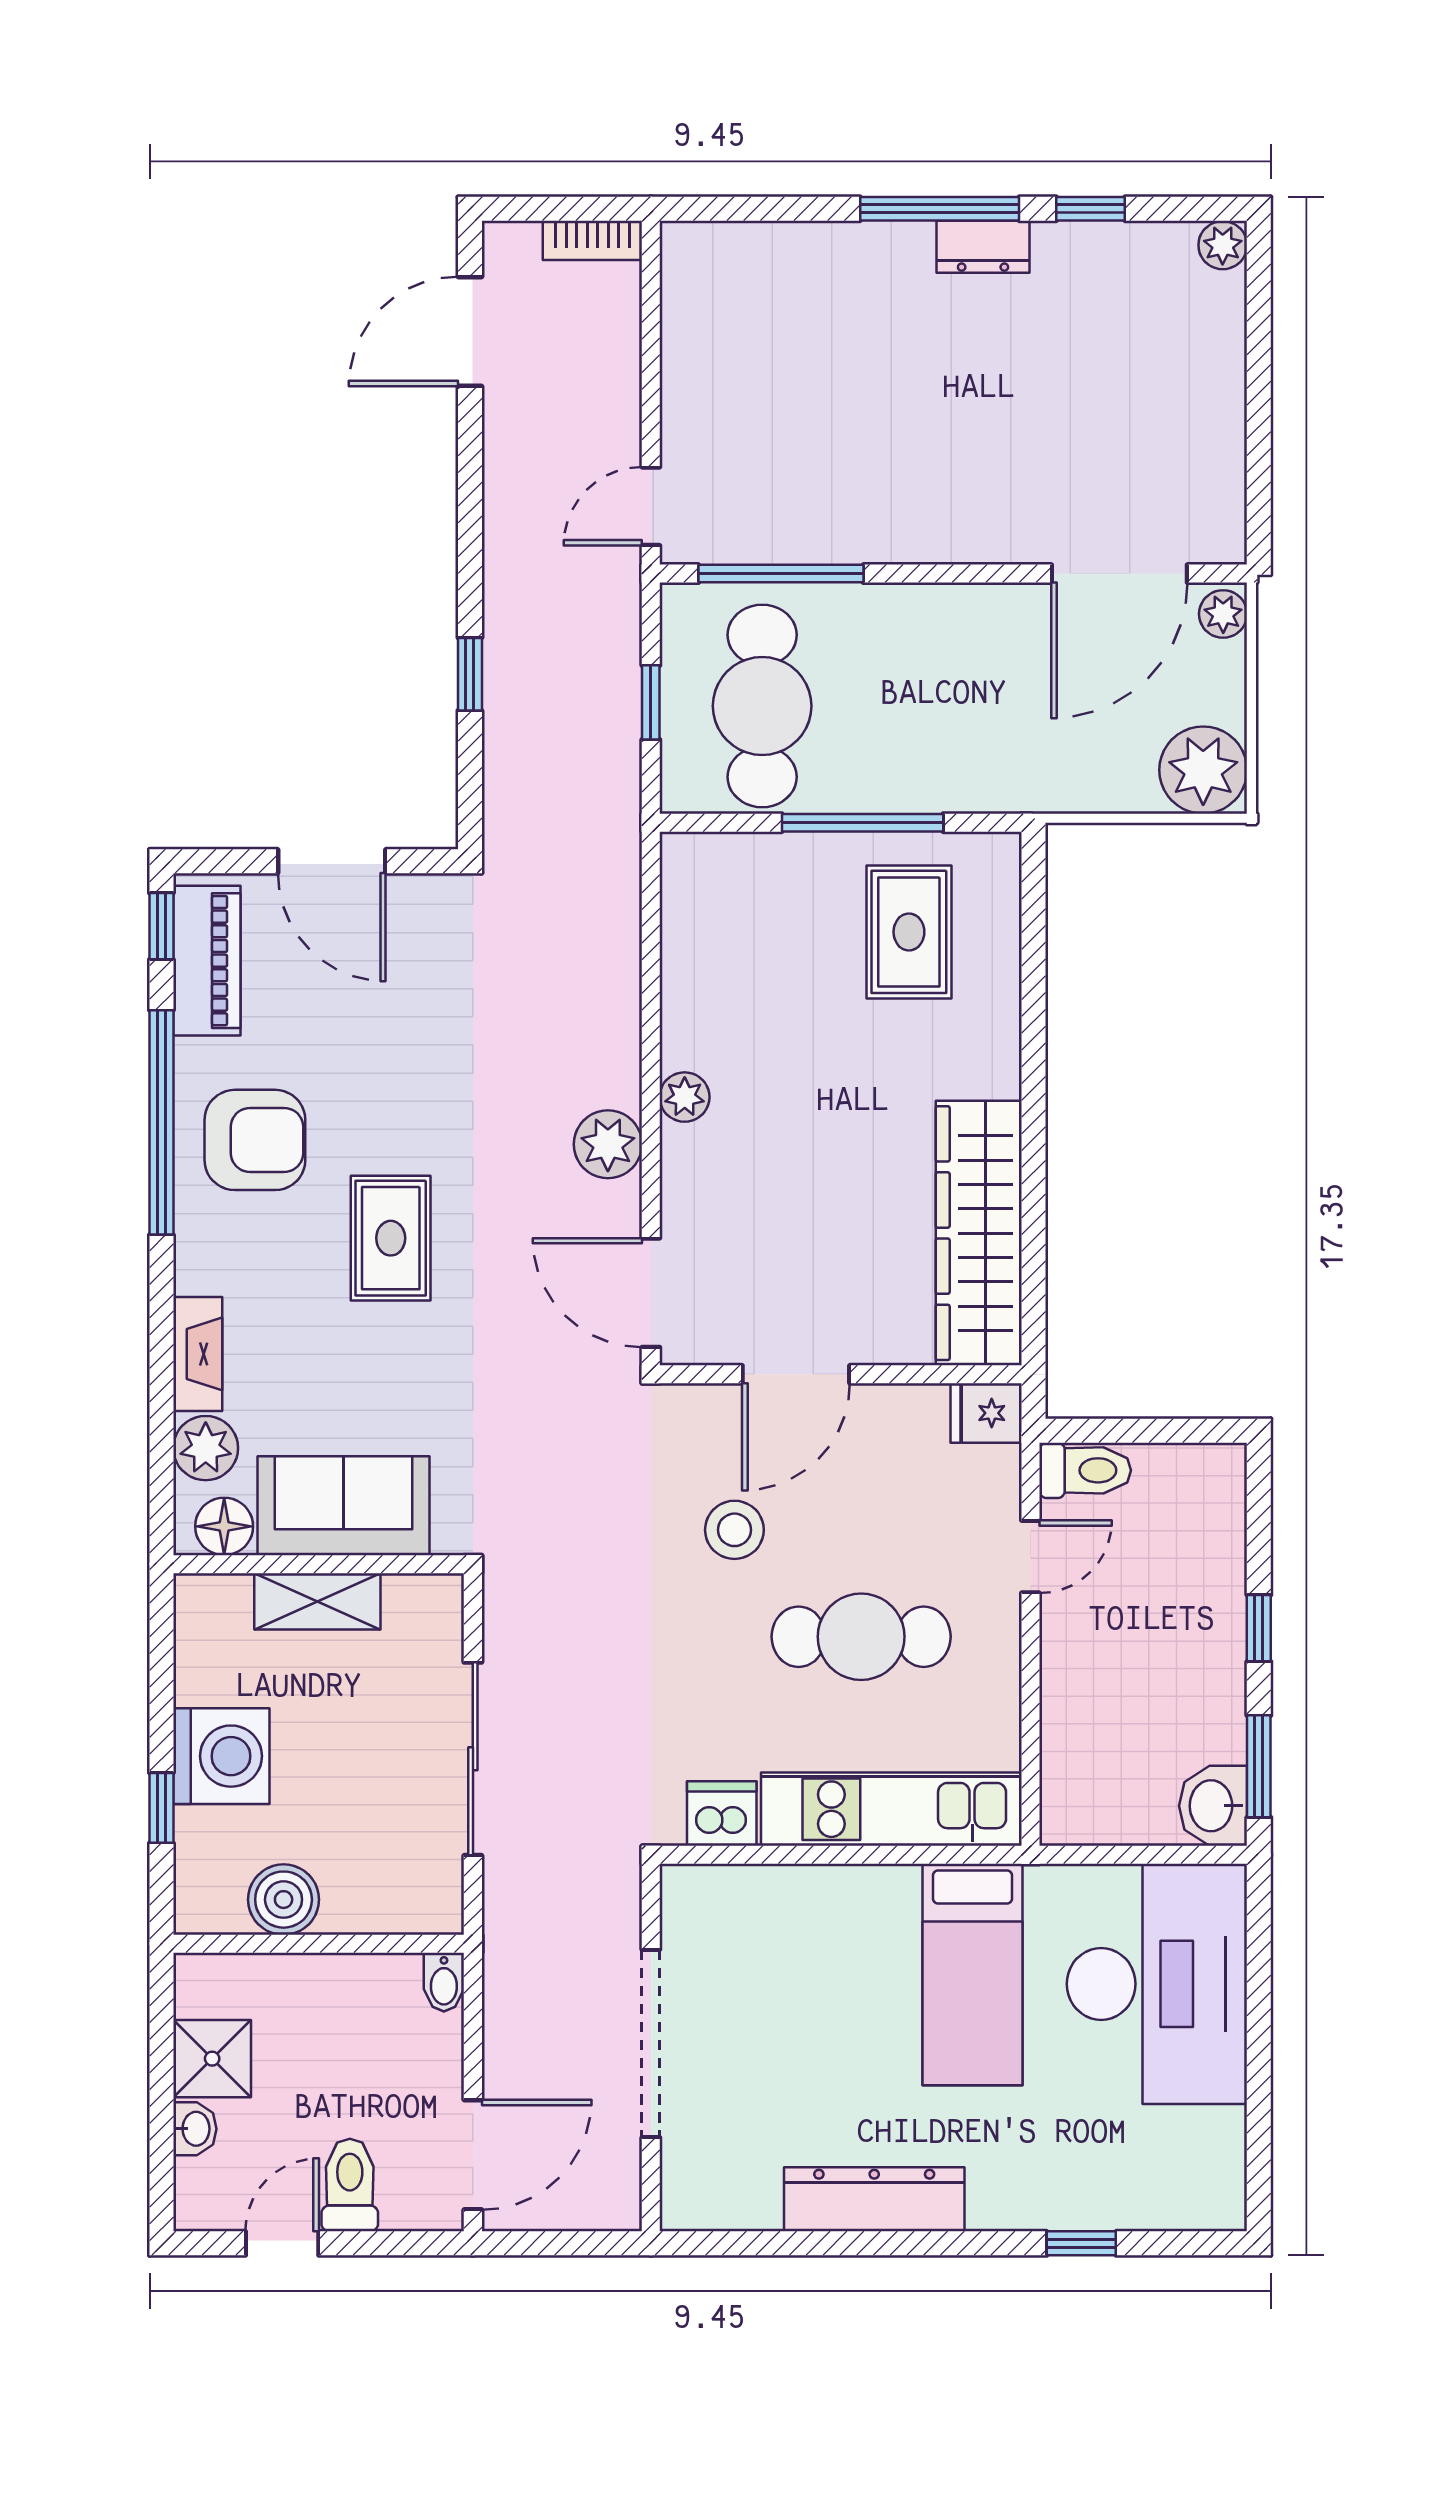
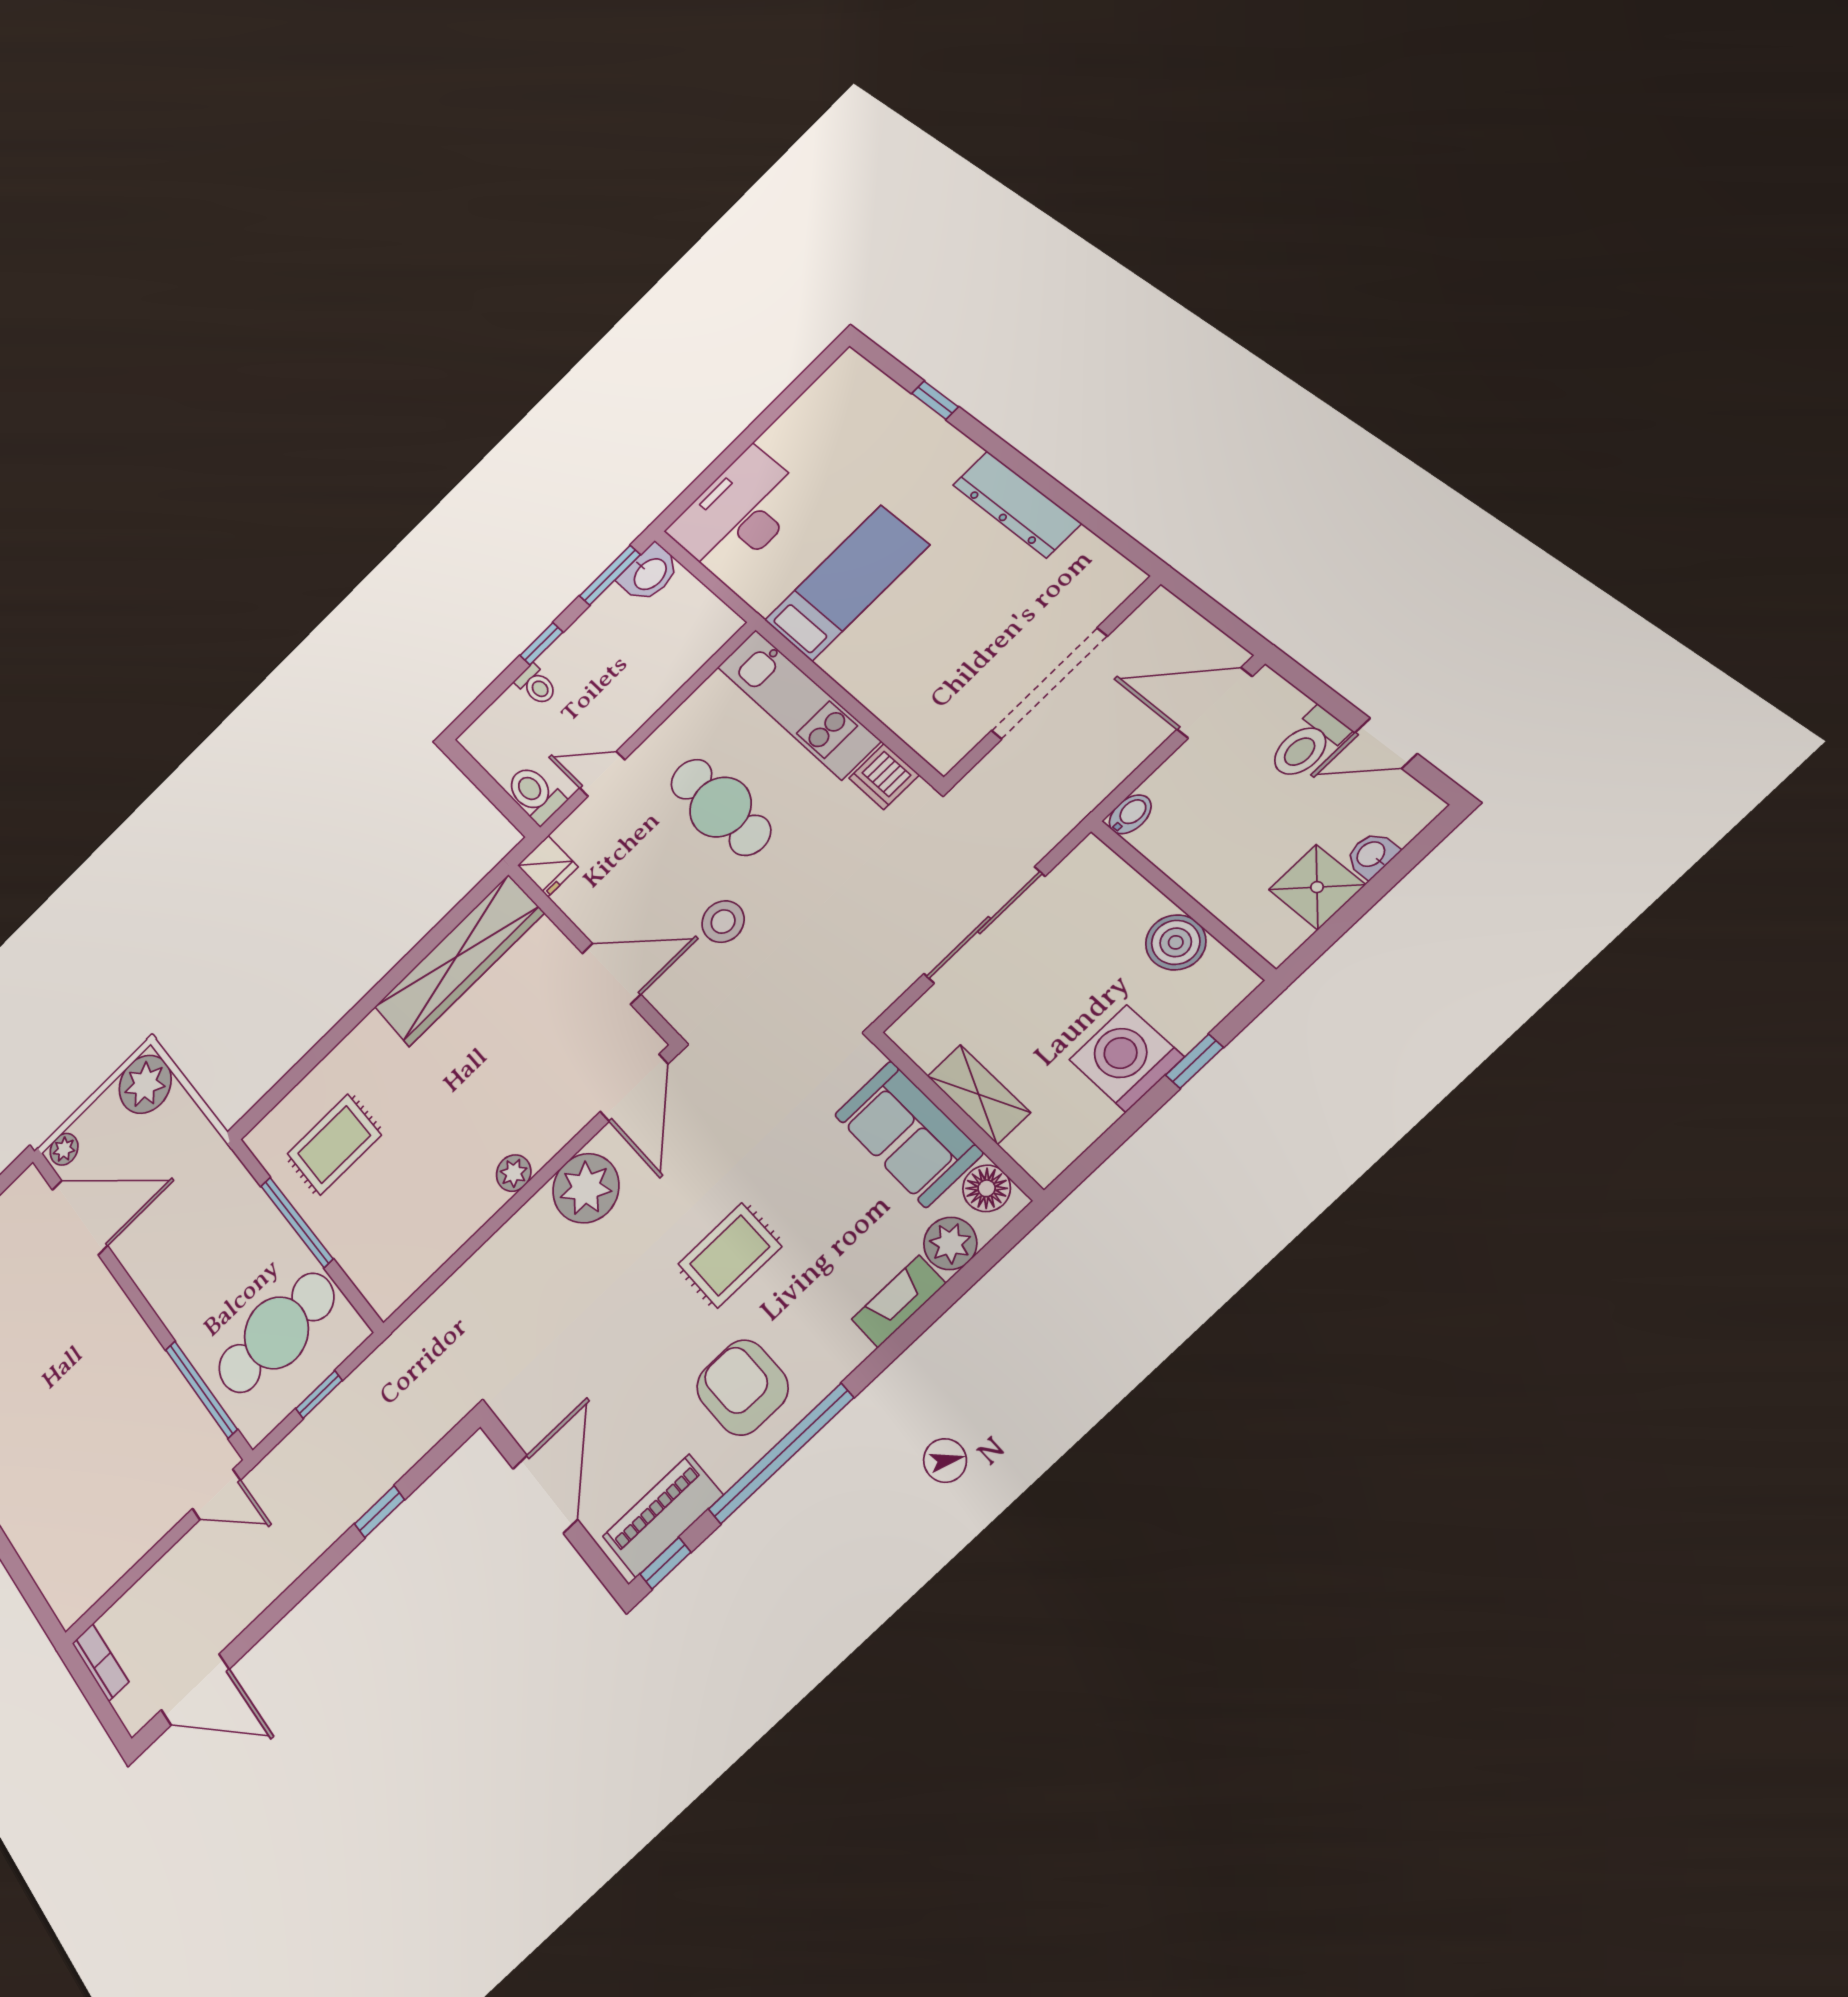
plant: (608, 1144) -> (586, 1188), width x1.36, depth x1.36
toilet: (1214, 1581) -> (536, 685), added
desk: (1157, 1984) -> (739, 513), width x0.73, depth x0.77

